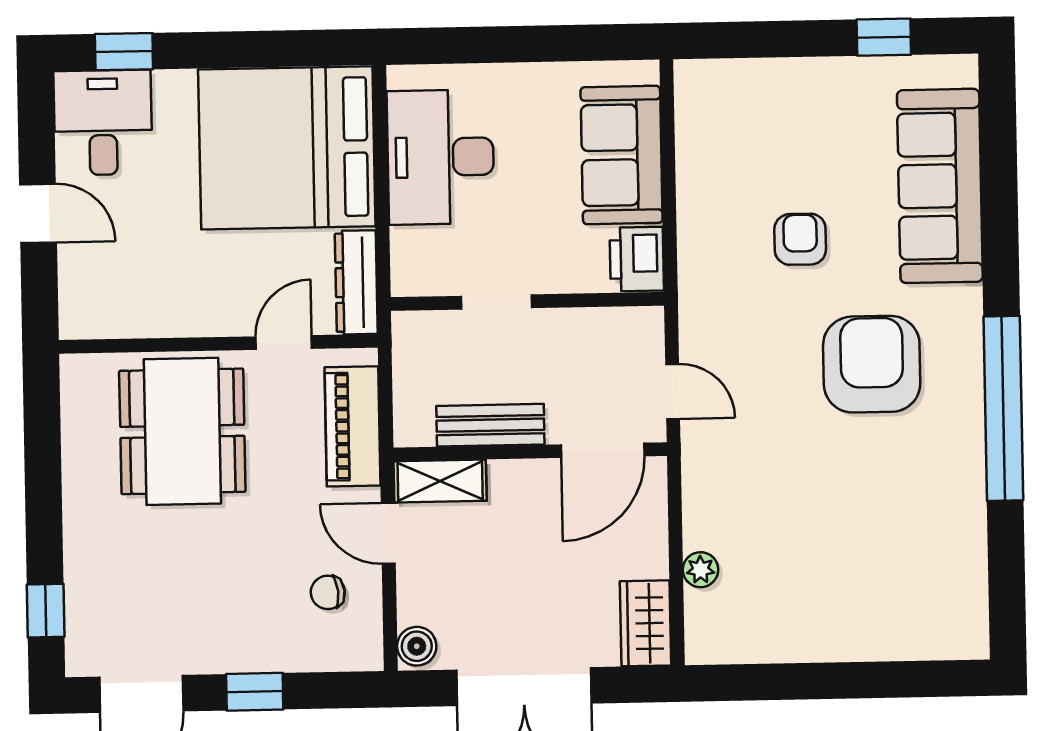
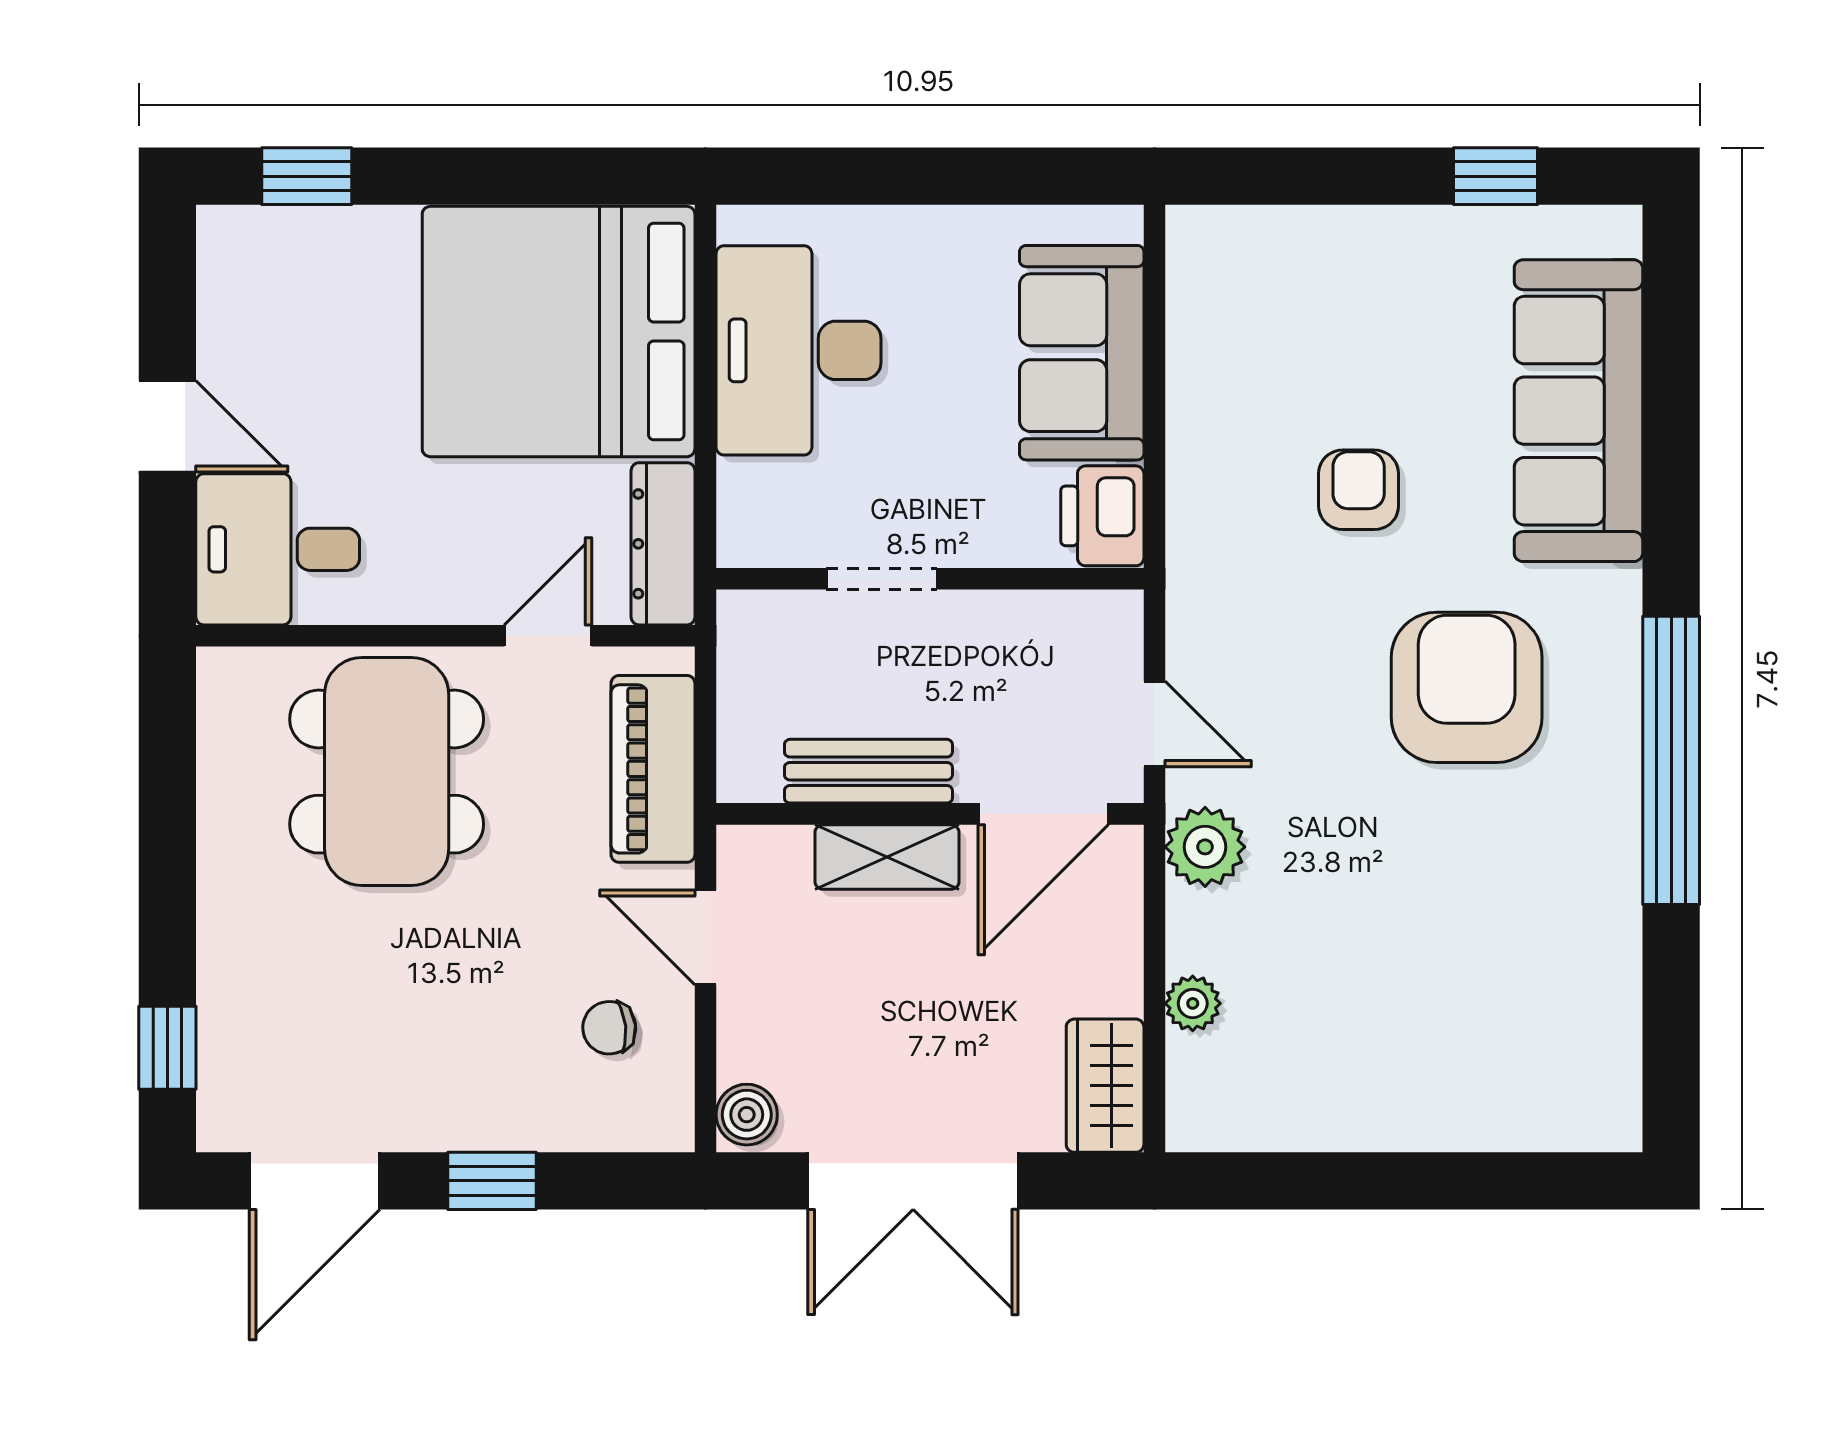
desk: (103, 123) -> (278, 549), moved, turned -90
plant: (706, 469) -> (1205, 847), added
shelving: (440, 481) -> (887, 857), moved

